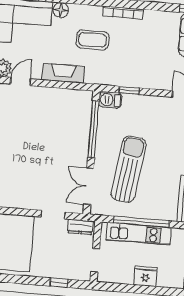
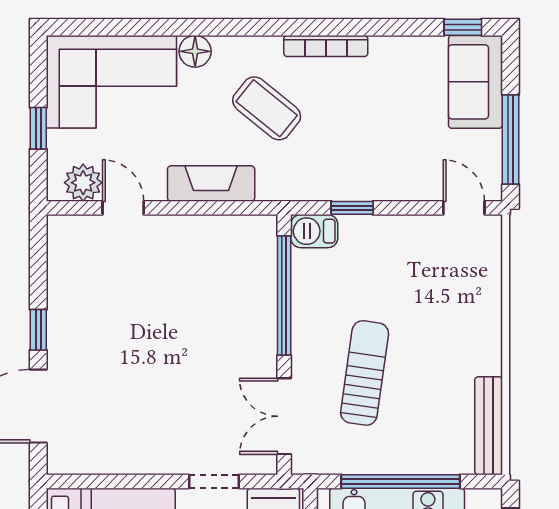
coffee table: (92, 40) -> (267, 108), turned 39
door: (21, 81) -> (123, 208), hinge flipped
sun lounger: (129, 169) -> (365, 373), width x0.73, depth x0.75

